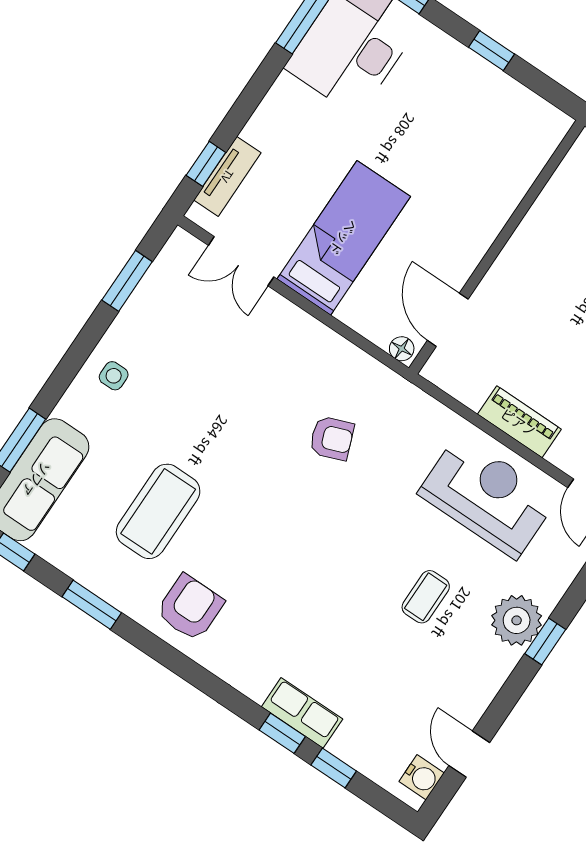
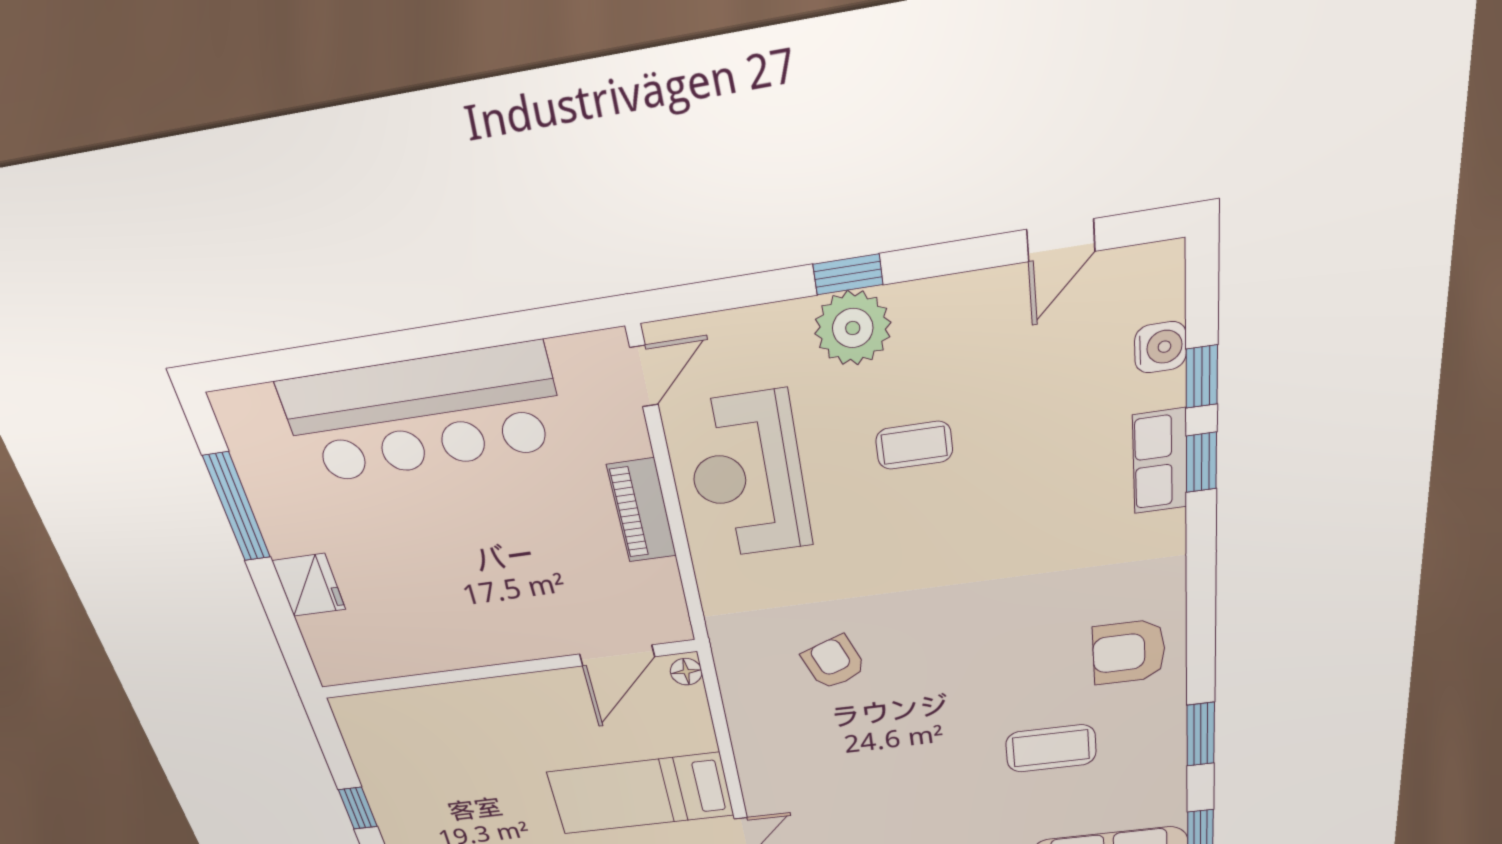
coffee table: (158, 511) -> (1051, 748), width x0.73, depth x0.76
water cooler: (422, 777) -> (1160, 347), moved, turned 90

